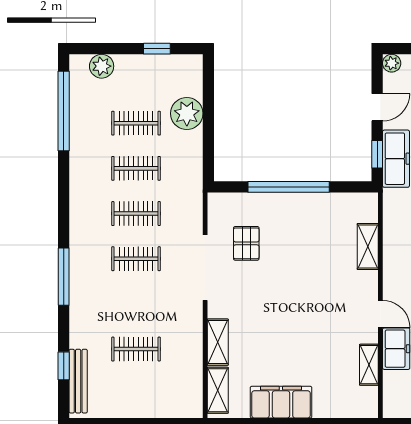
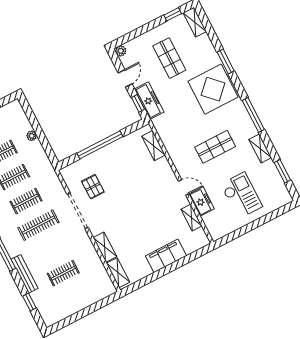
plant: (187, 113) -> (32, 136), width x0.53, depth x0.53
shelving: (368, 247) -> (154, 146), moved
clothes rail: (136, 259) -> (38, 225), width x1.36
bench: (78, 381) -> (25, 274), moved
filing cabinet: (281, 402) -> (166, 256), moved

